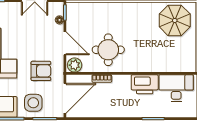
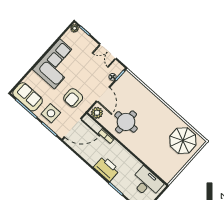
armchair: (41, 71) -> (73, 98), turned 90
printer: (145, 84) -> (107, 169), moved, turned 180

